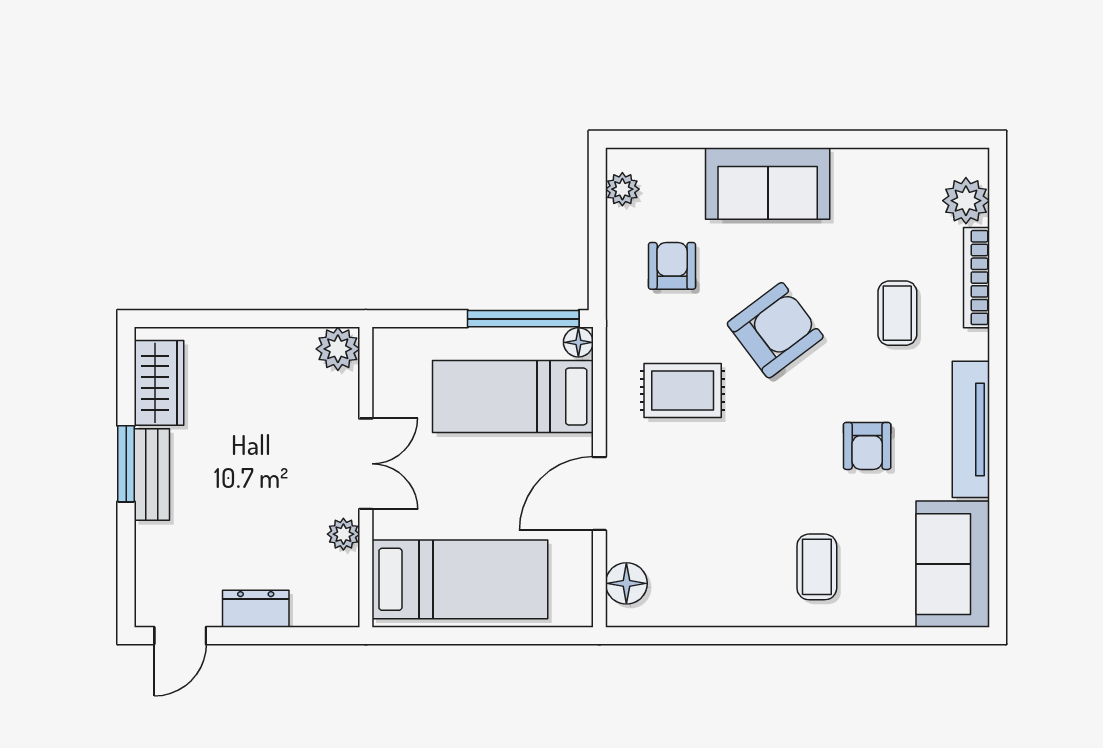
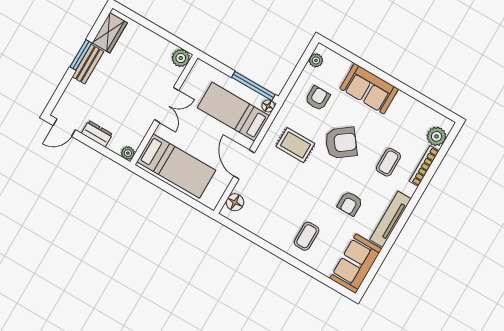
door: (599, 494) -> (244, 164), hinge flipped
plant: (343, 534) -> (128, 153), moved

